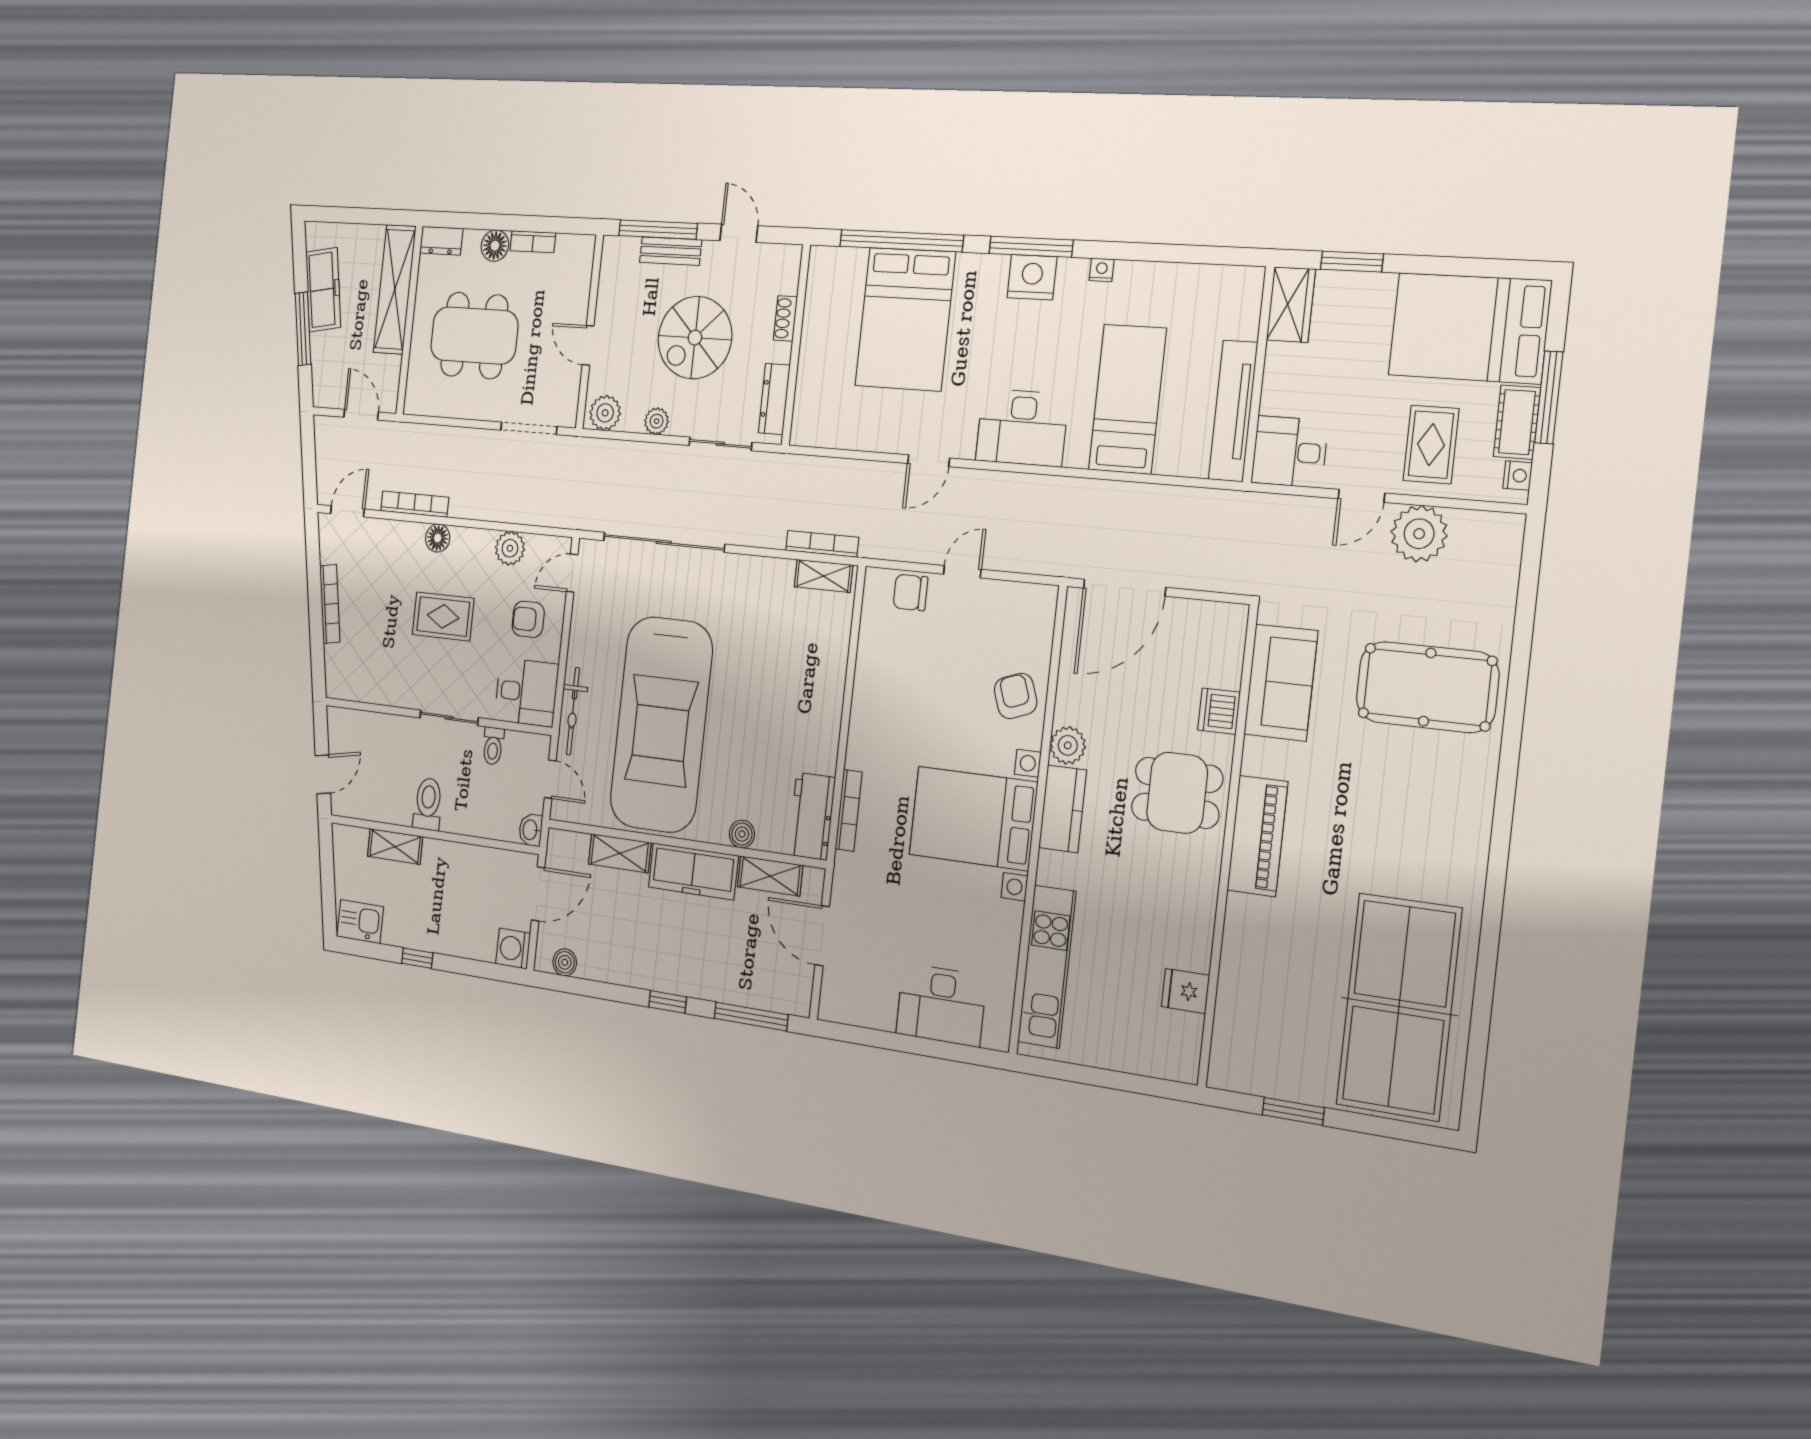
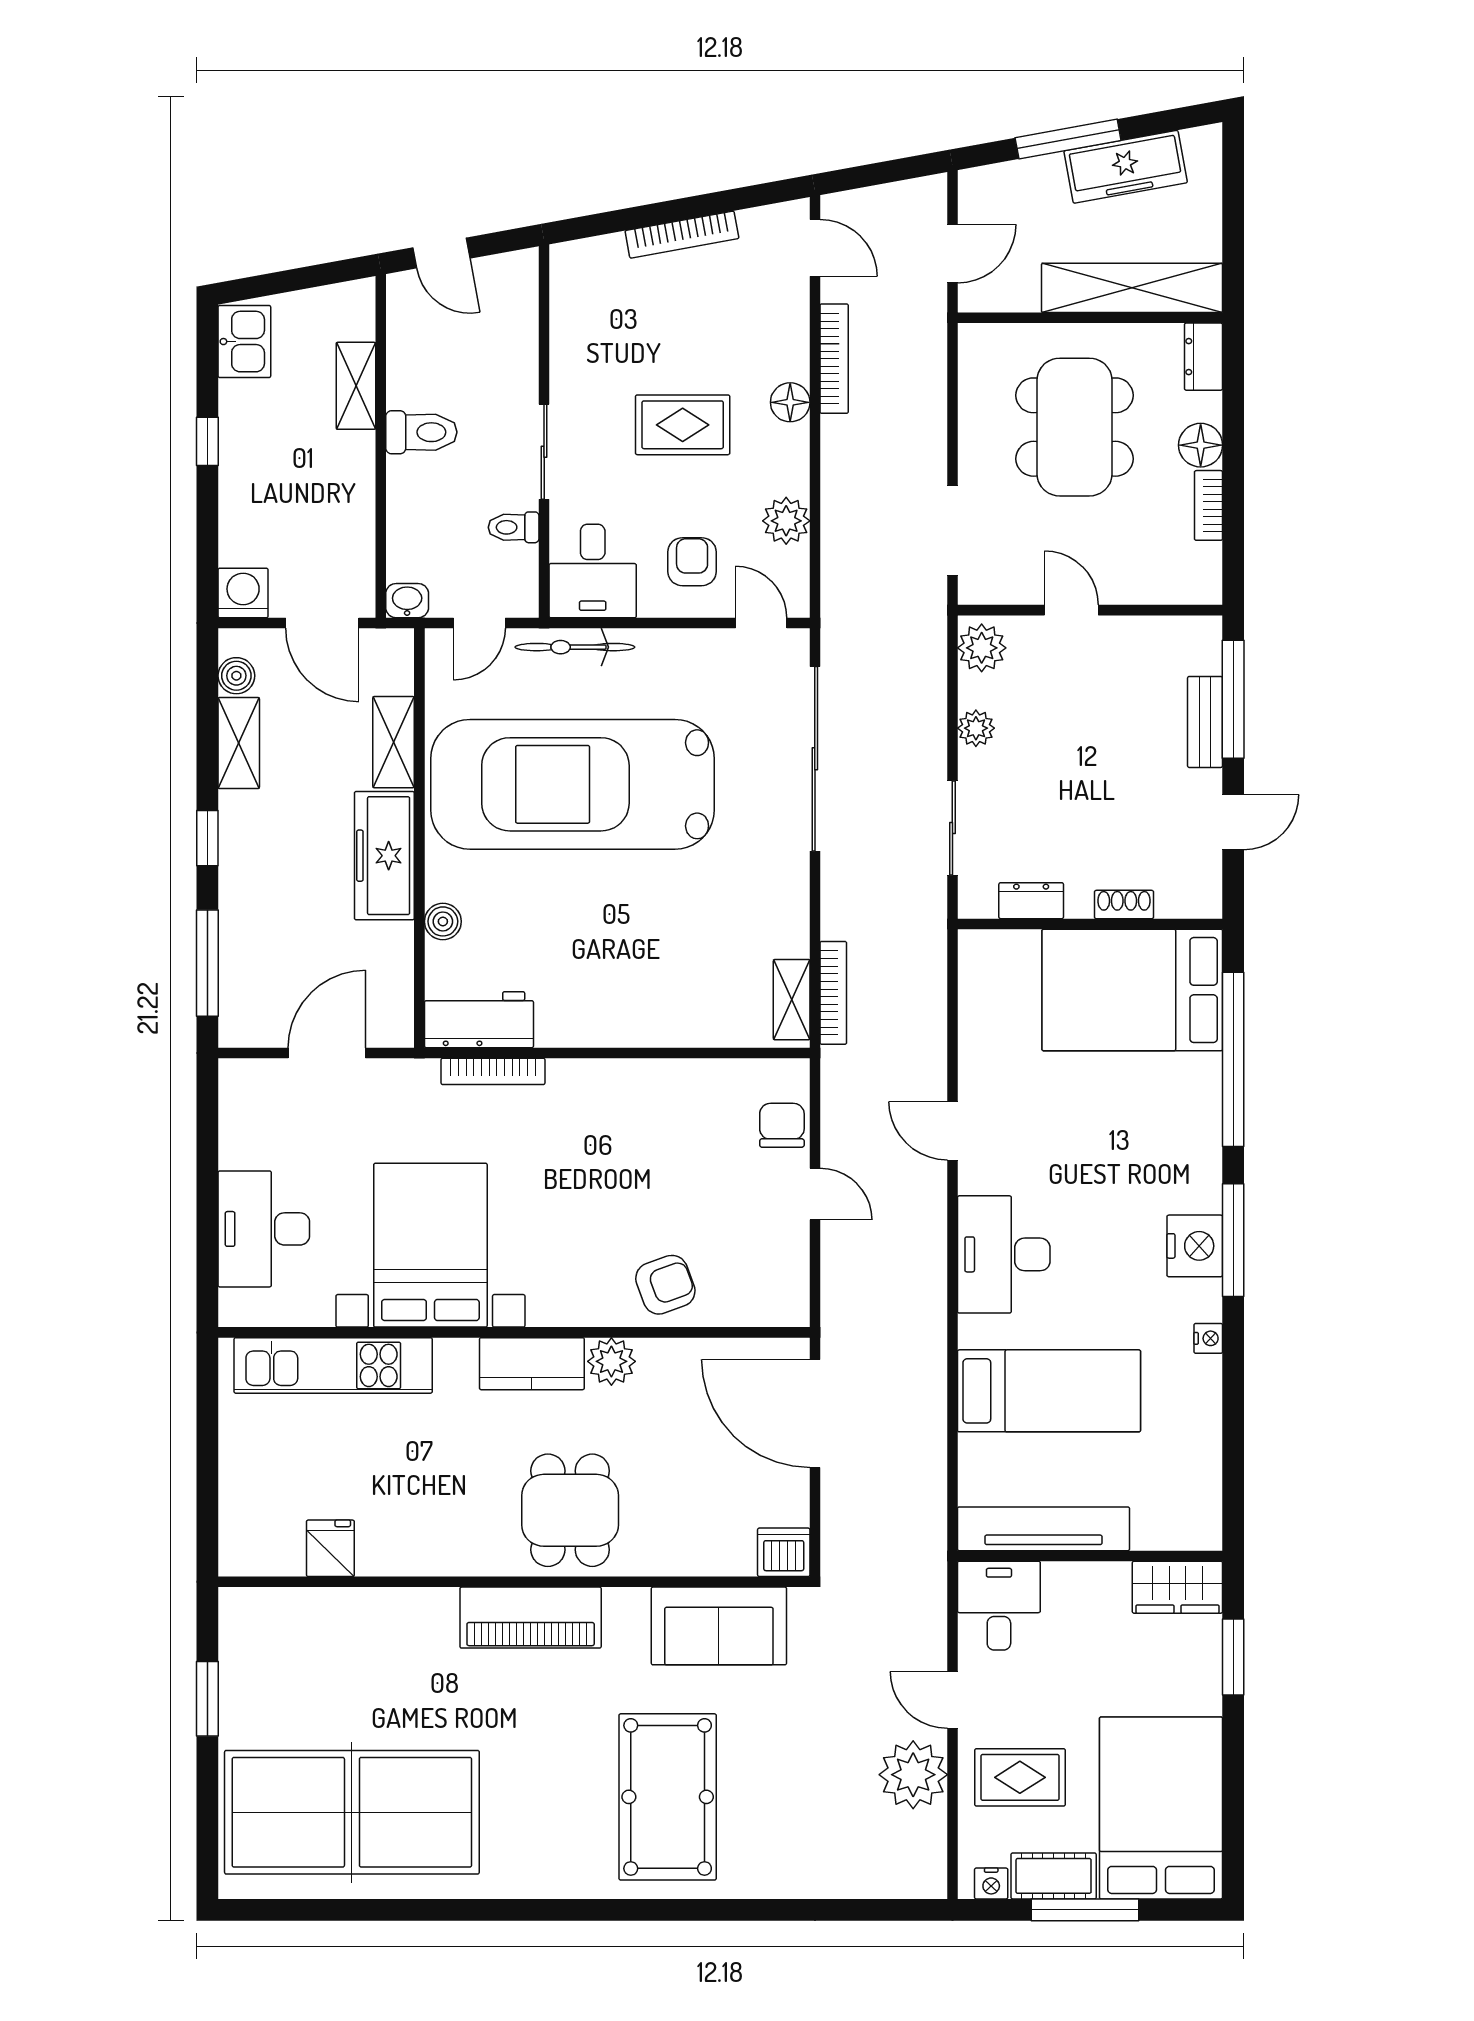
bed: (905, 319) -> (1132, 990), moved
spiral stairs: (695, 338) -> (1091, 773), removed
door: (588, 345) -> (1071, 610), hinge flipped
dresser: (774, 399) -> (1031, 901), width x0.70
rug: (443, 616) -> (683, 425), turned 90
pool table: (1427, 687) -> (668, 1797), moved
dishwasher: (1219, 711) -> (784, 1552), moved
bed with nightstands: (973, 818) -> (430, 1245), moved
shelving: (770, 876) -> (239, 743), moved

